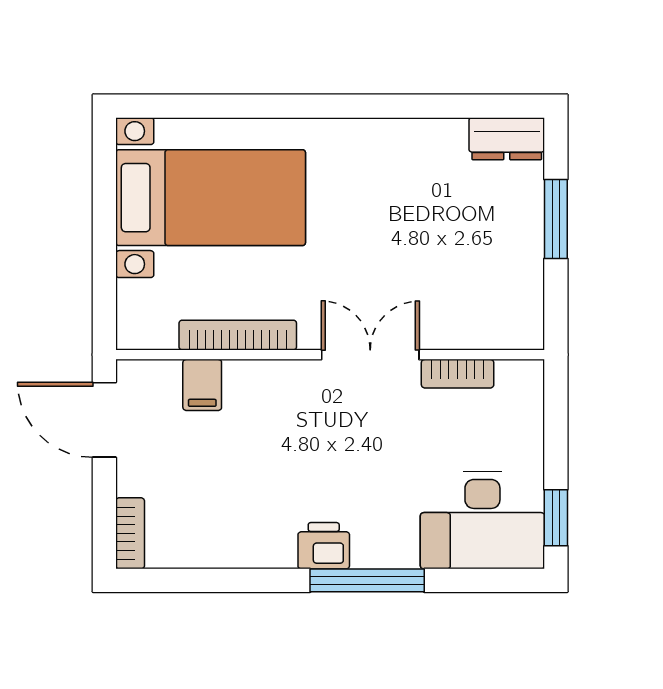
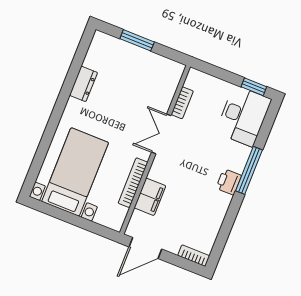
dresser: (507, 139) -> (83, 84), moved
filing cabinet: (202, 385) -> (150, 197), width x2.00

